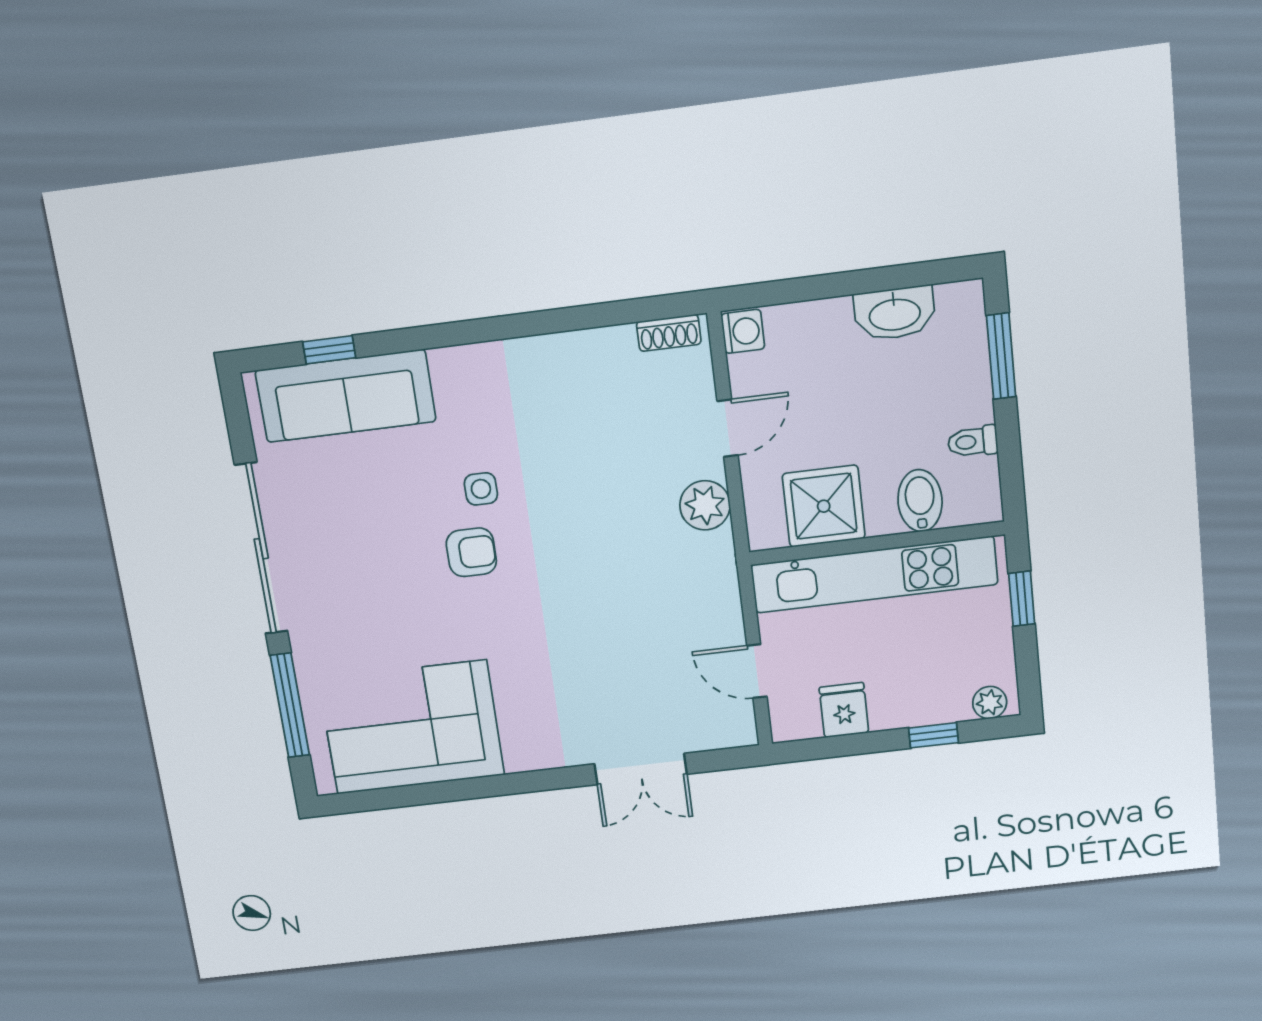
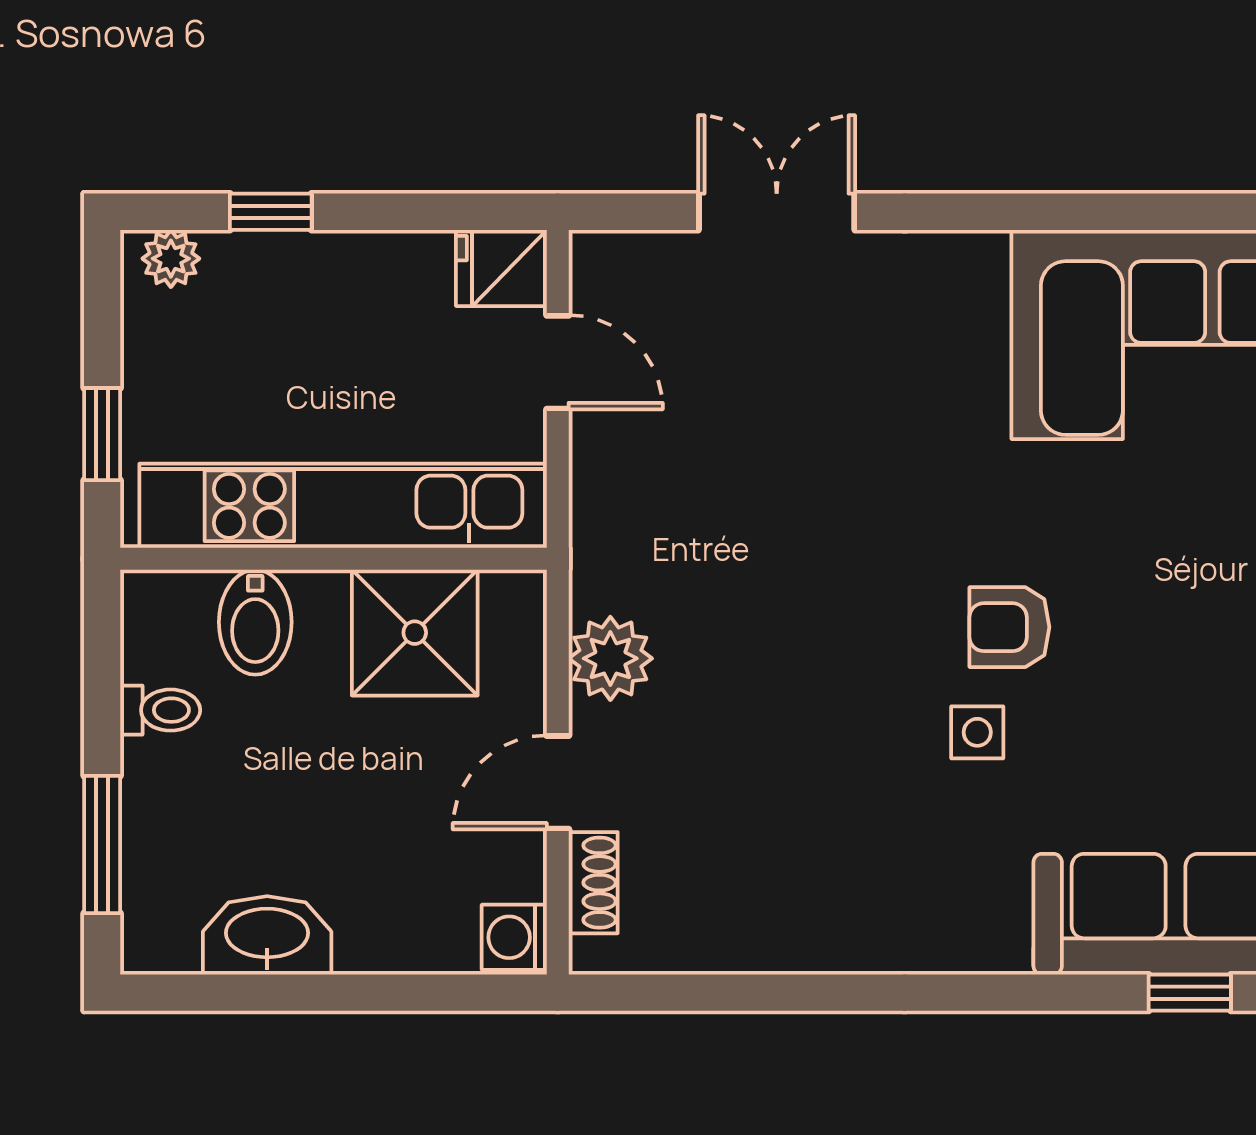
shoe rack: (669, 333) -> (593, 883), moved, turned 90
fridge: (844, 710) -> (501, 268), moved, turned 90

